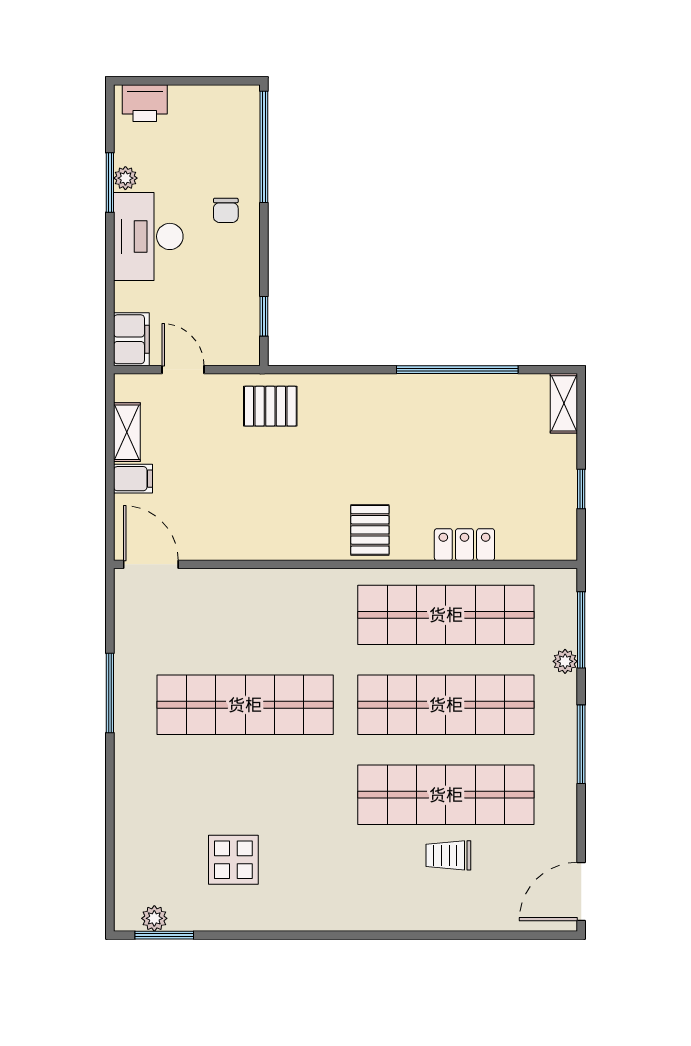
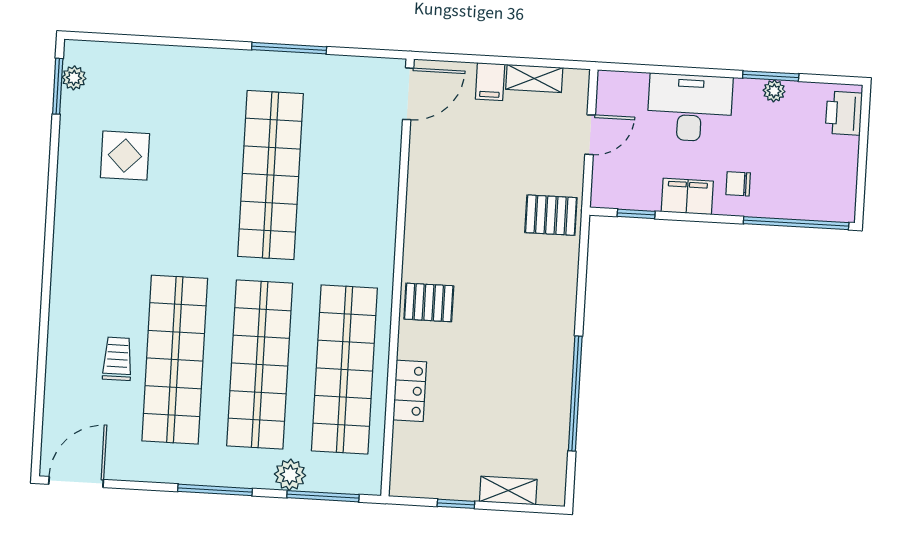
desk: (148, 236) -> (690, 108), moved
filing cabinet: (131, 339) -> (687, 196), moved, turned 180
shelving: (564, 403) -> (508, 491), moved
pallet: (270, 406) -> (551, 215), turned 90
plant: (565, 661) -> (290, 475), width x1.38, depth x1.38
door: (581, 891) -> (76, 482), hinge flipped

